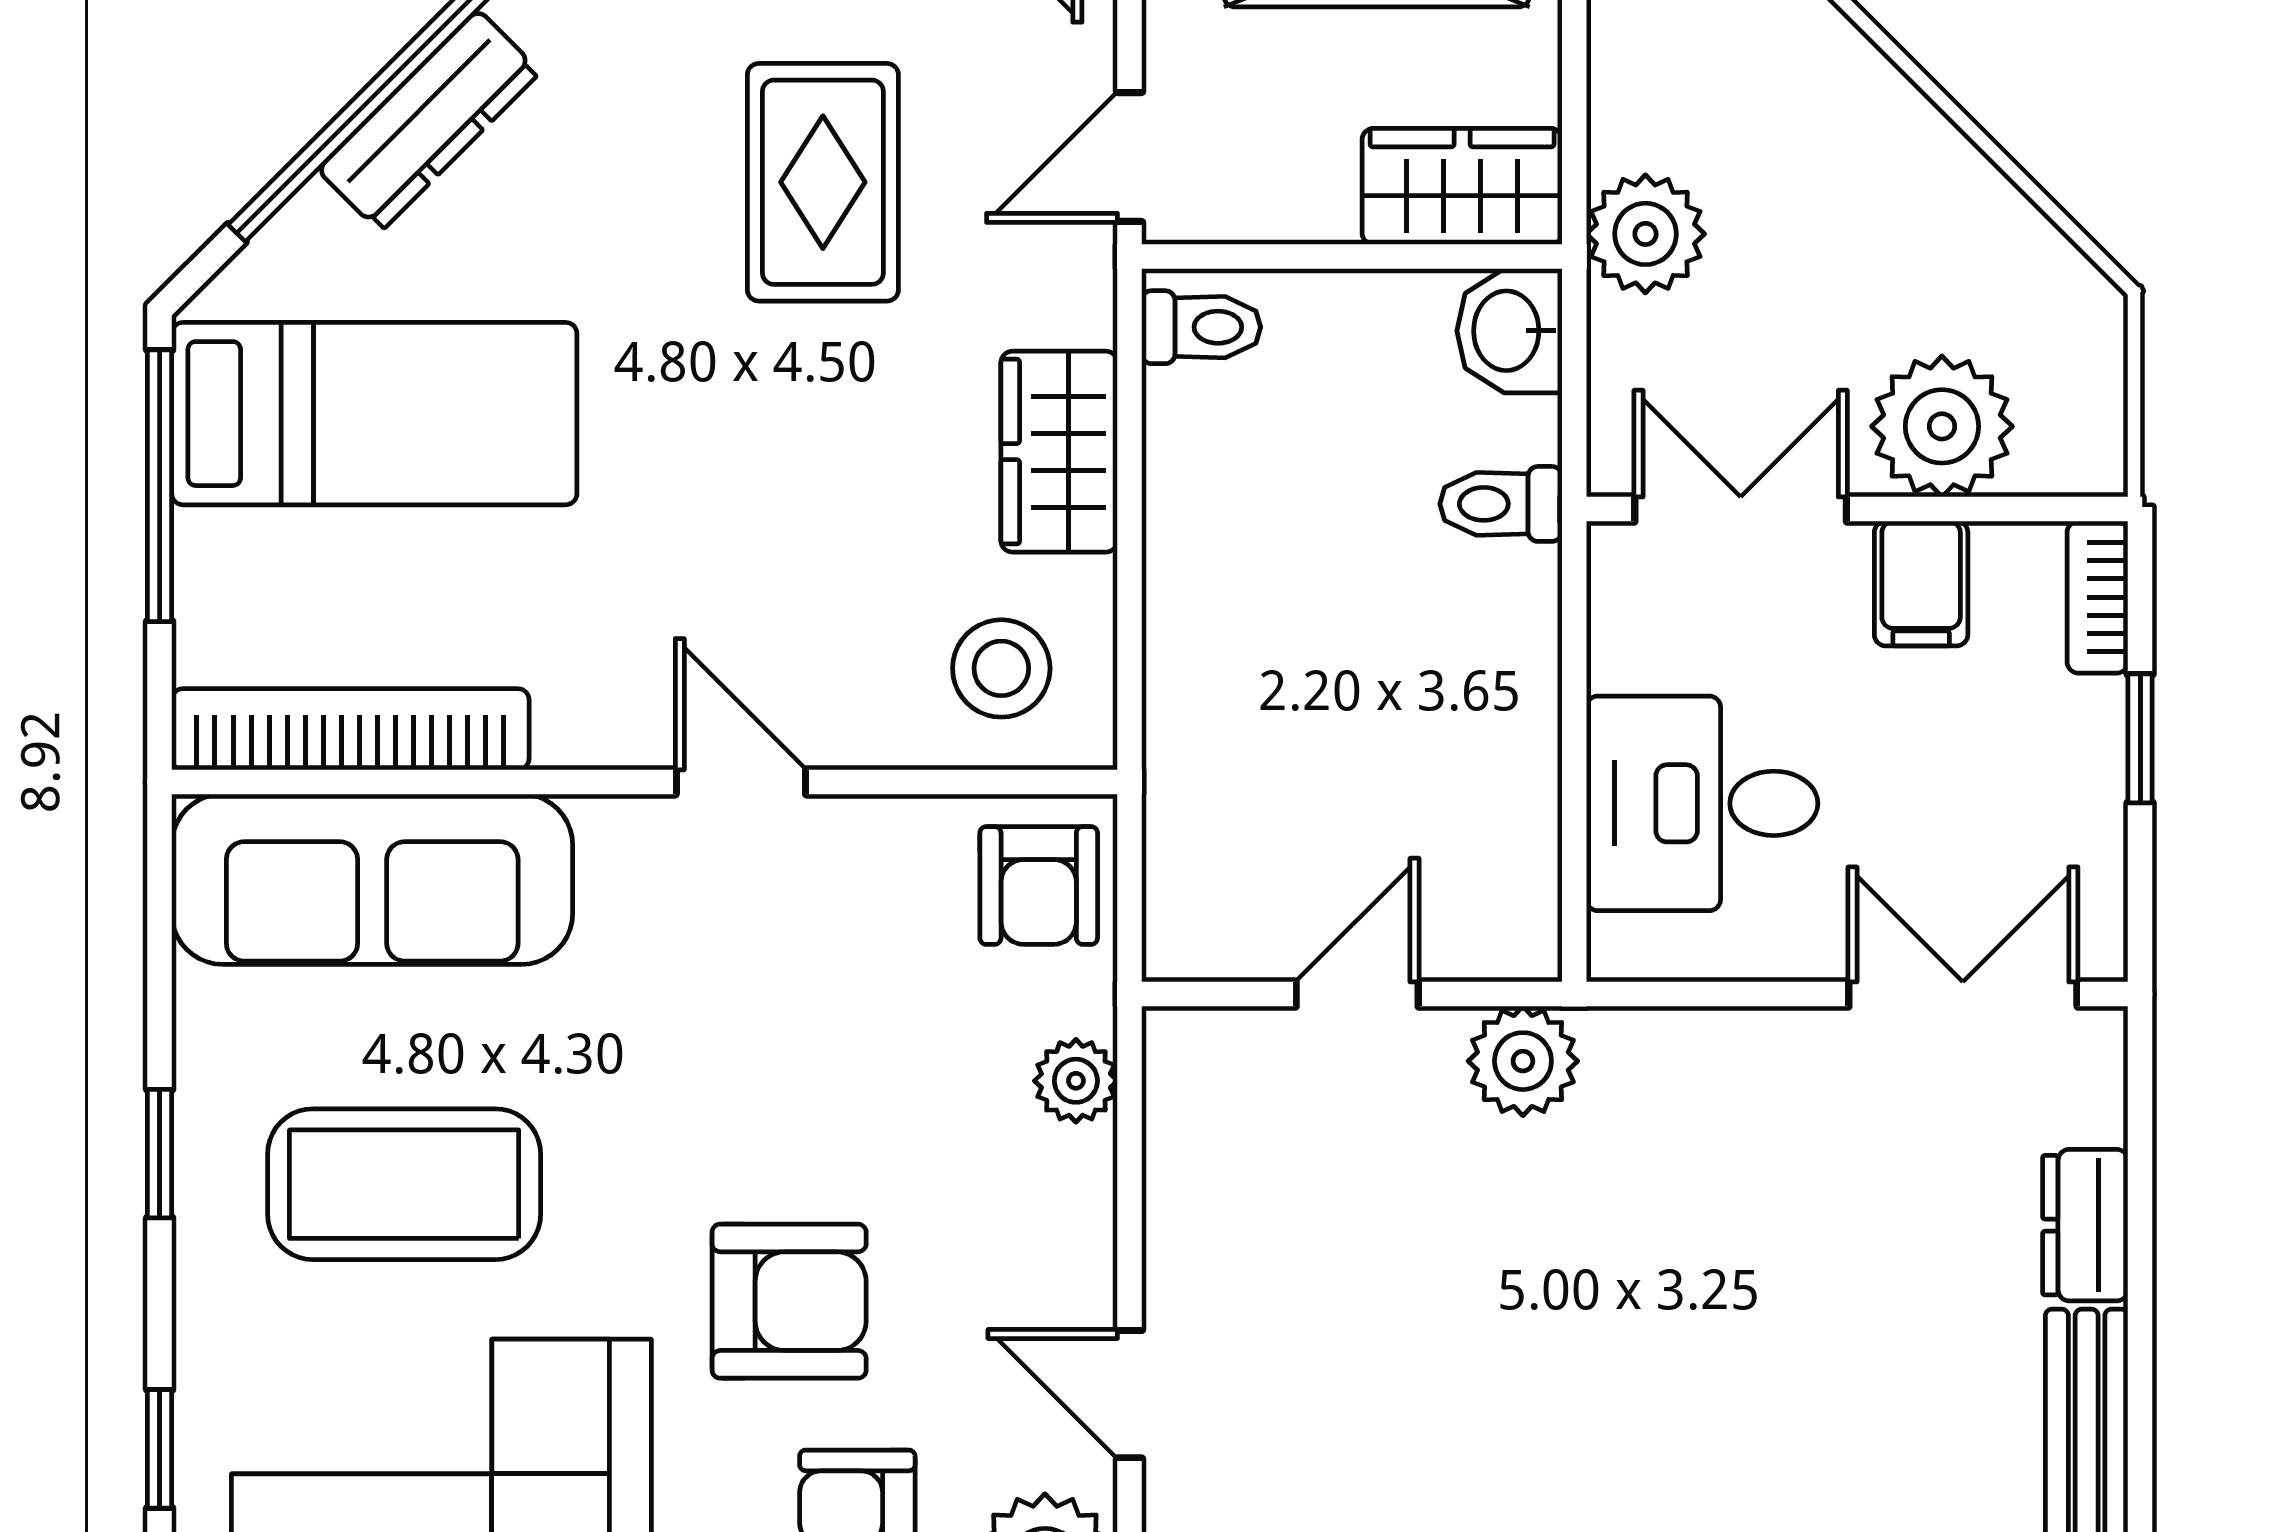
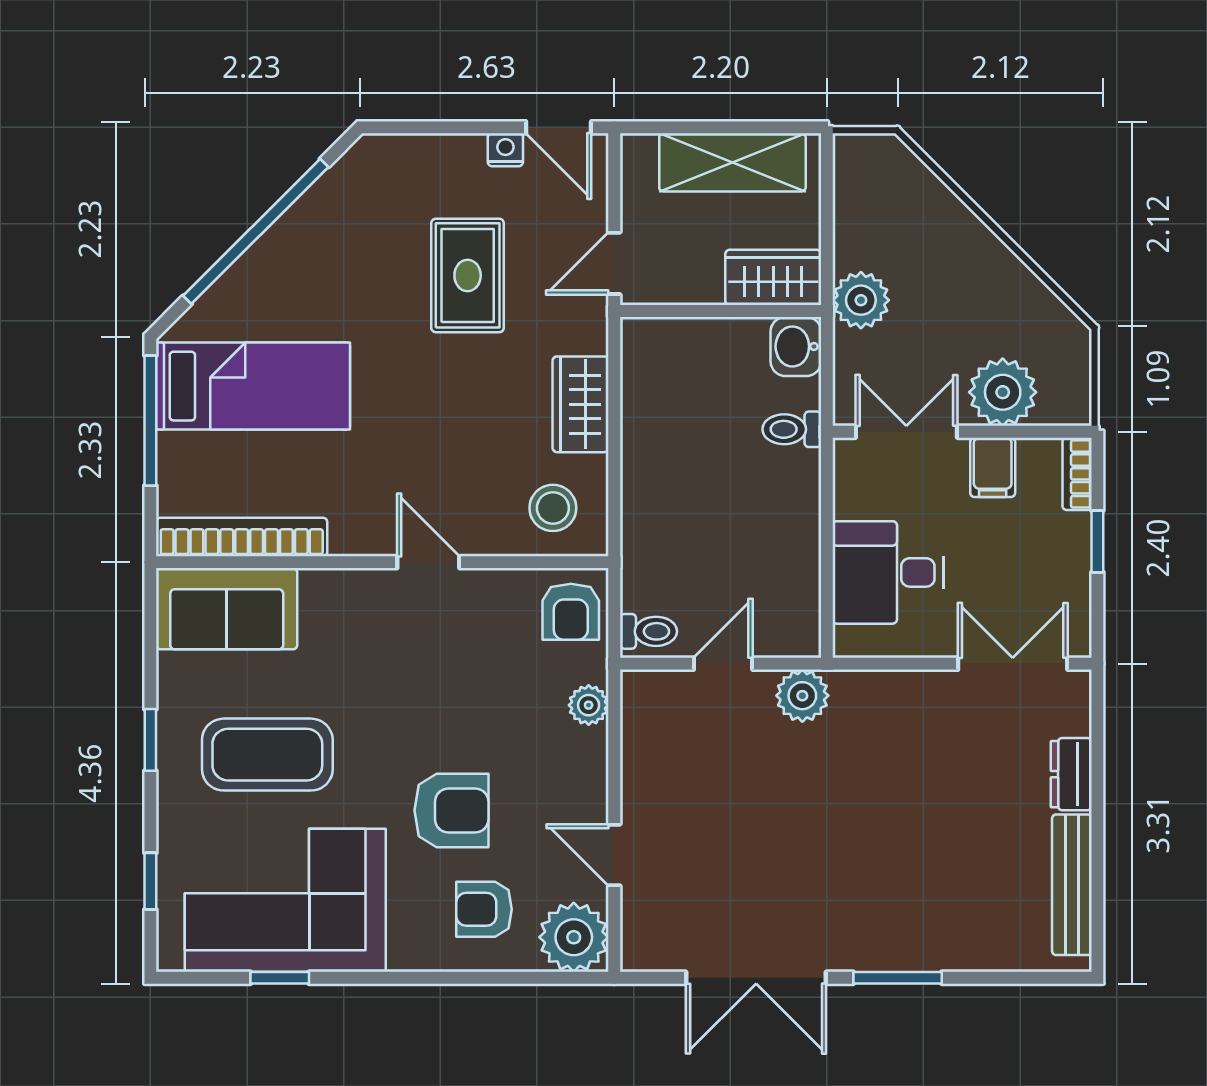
dresser: (429, 121) -> (279, 246), removed
toilet: (1201, 327) -> (648, 631), moved
sofa: (372, 879) -> (227, 609), width x0.73

